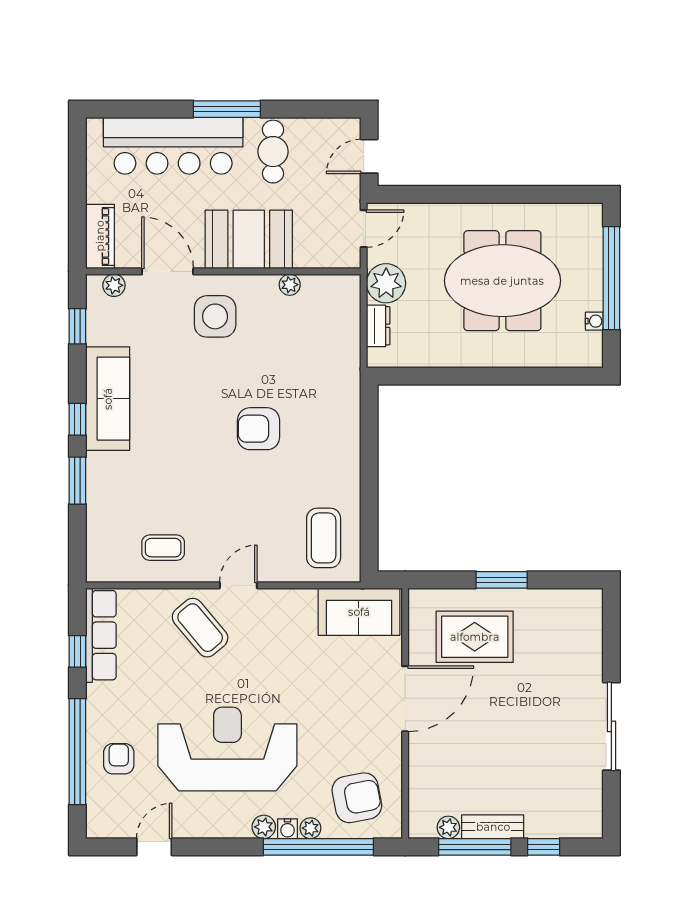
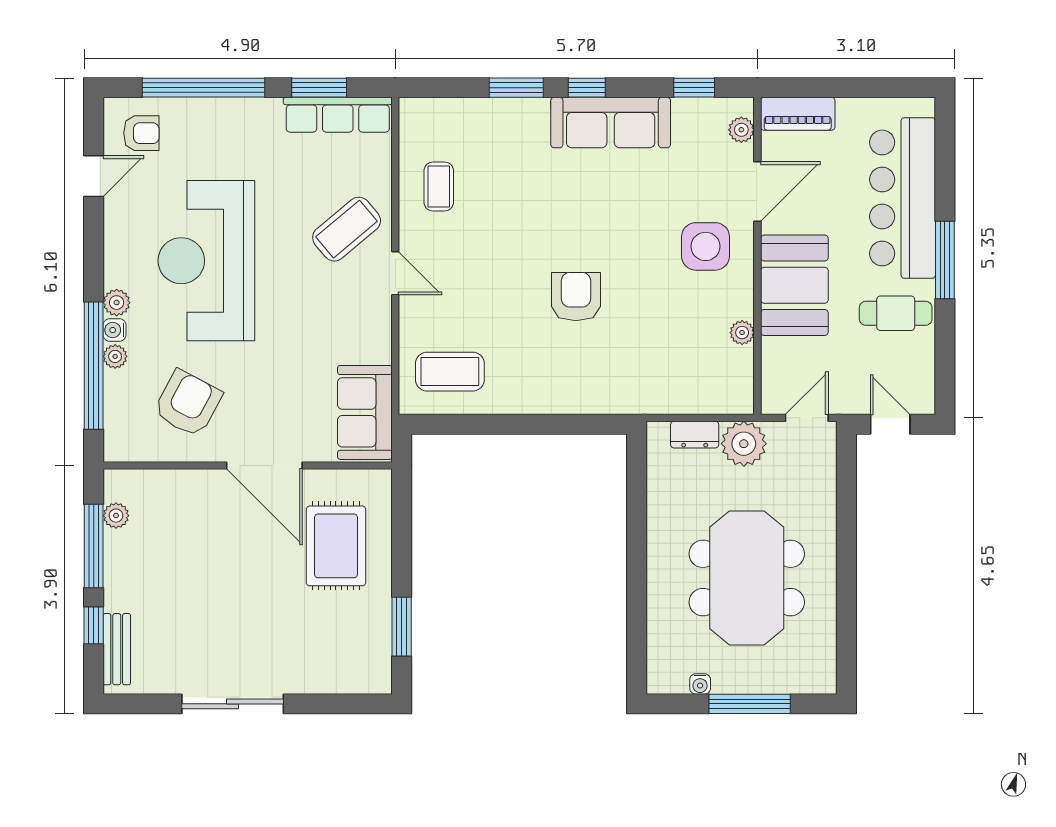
door: (364, 229) -> (807, 418), swing flipped
window: (611, 278) -> (750, 704), width x0.68
window: (502, 580) -> (402, 627), moved
window: (77, 651) -> (319, 88), width x1.50
reception desk: (227, 749) -> (206, 261), turned 180
armchair: (119, 759) -> (141, 133), moved
armchair: (357, 798) -> (188, 403), moved, turned -141
bench: (493, 827) -> (117, 649), moved
door: (154, 847) -> (94, 176), hinge flipped

